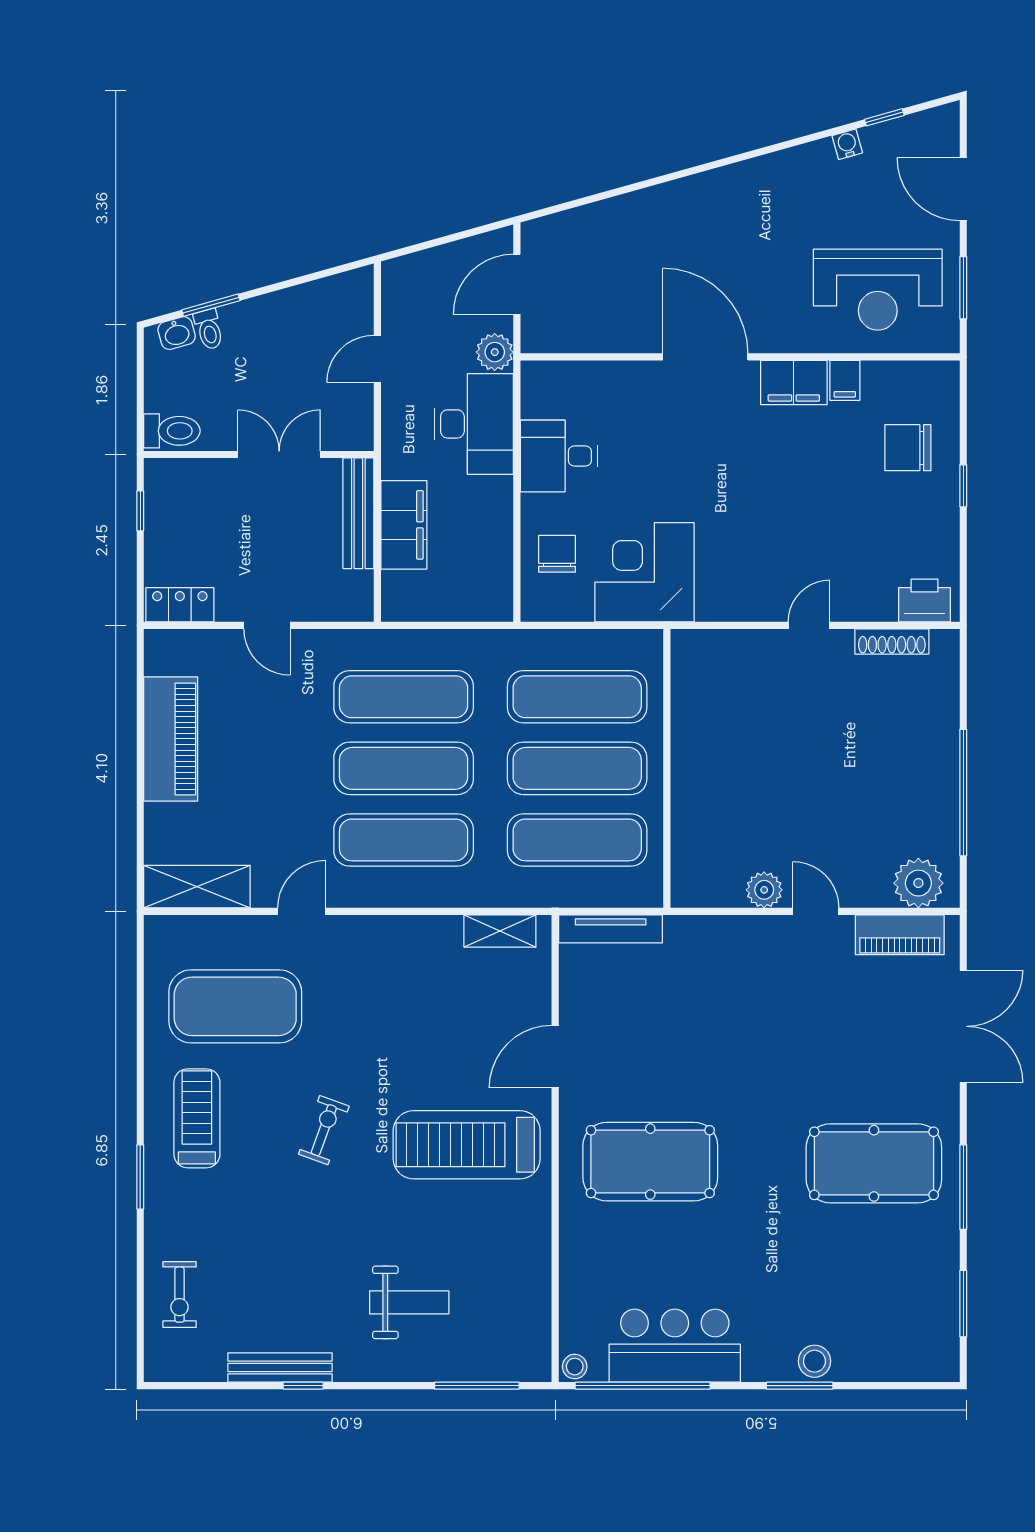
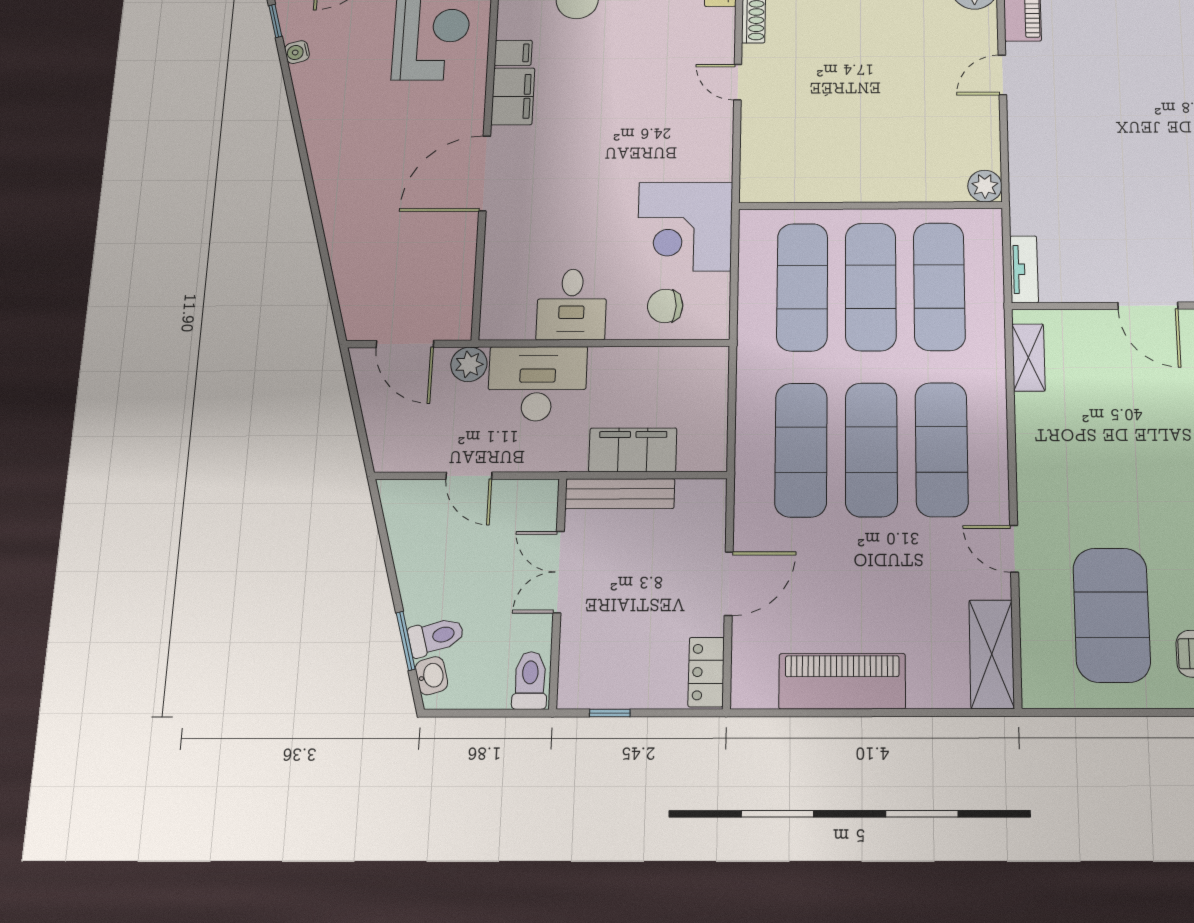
toilet: (209, 329) -> (436, 637), width x1.37, depth x1.39
door: (267, 625) -> (729, 584), width x1.37
plant: (764, 890) -> (985, 186), moved
tv unit: (611, 929) -> (1024, 269), width x0.71

